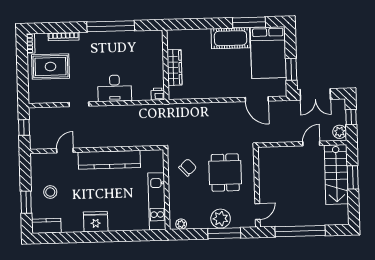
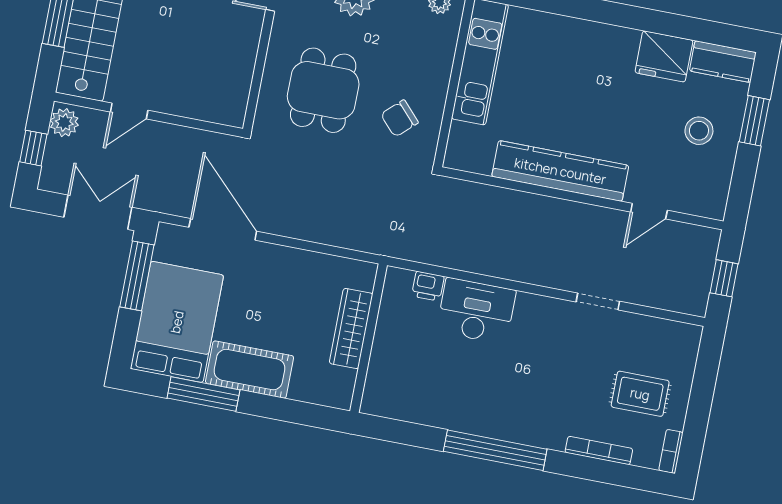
wall: (166, 65) -> (369, 338), moved
rug: (50, 67) -> (640, 394), width x0.73, depth x0.70
wardrobe: (174, 67) -> (351, 328), moved
window: (291, 69) -> (137, 276), width x1.44
desk: (115, 88) -> (476, 311), moved
door: (257, 99) -> (223, 229), width x1.36
fridge: (96, 222) -> (664, 56), moved

